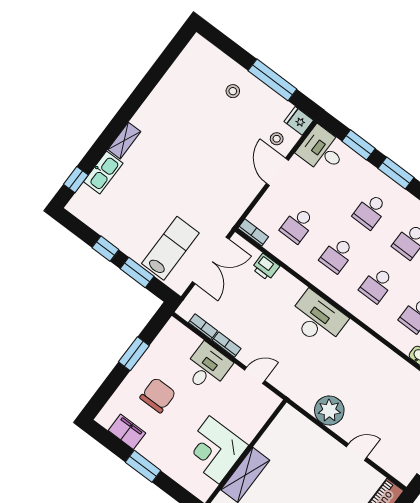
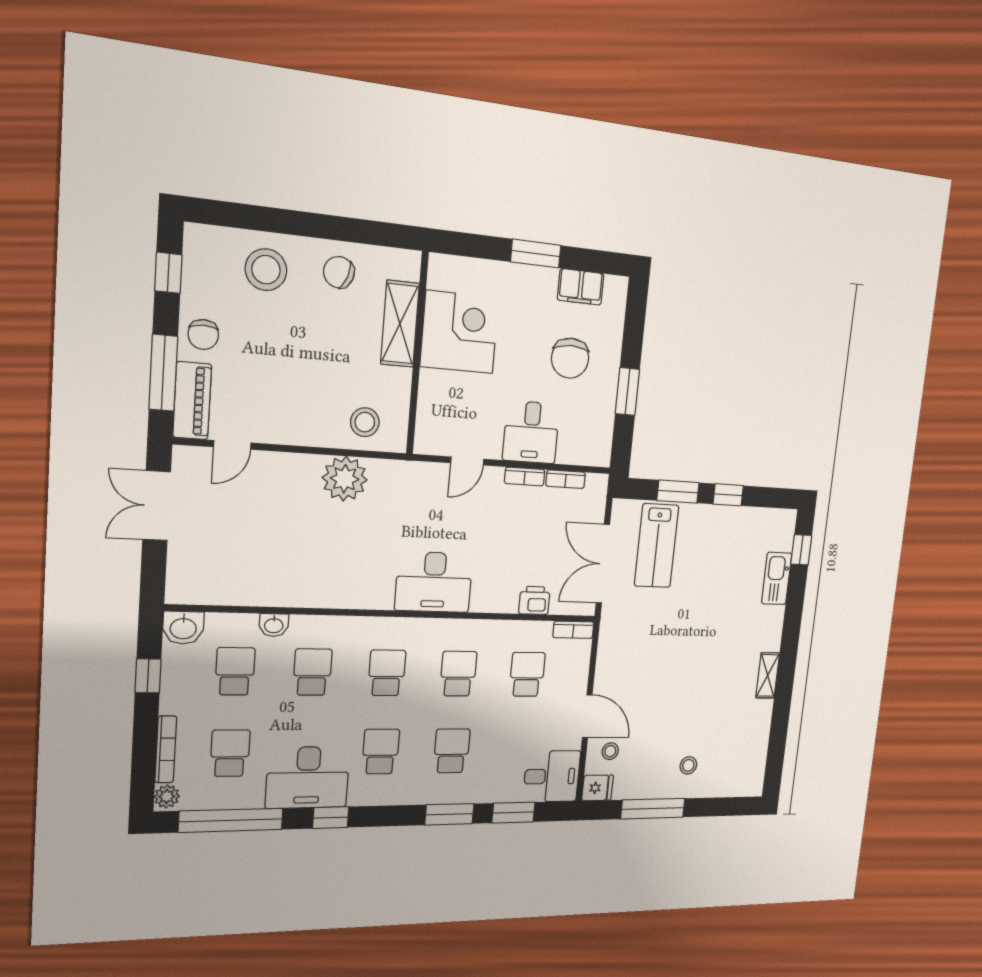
shelving: (124, 141) -> (768, 675), moved
stool: (298, 434) -> (365, 422), added
door: (357, 452) -> (232, 445), moved

